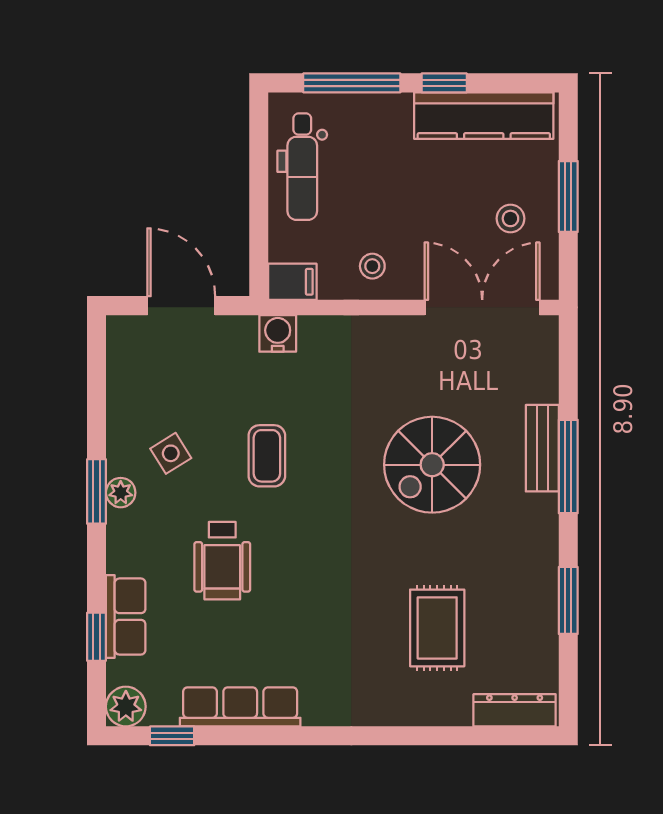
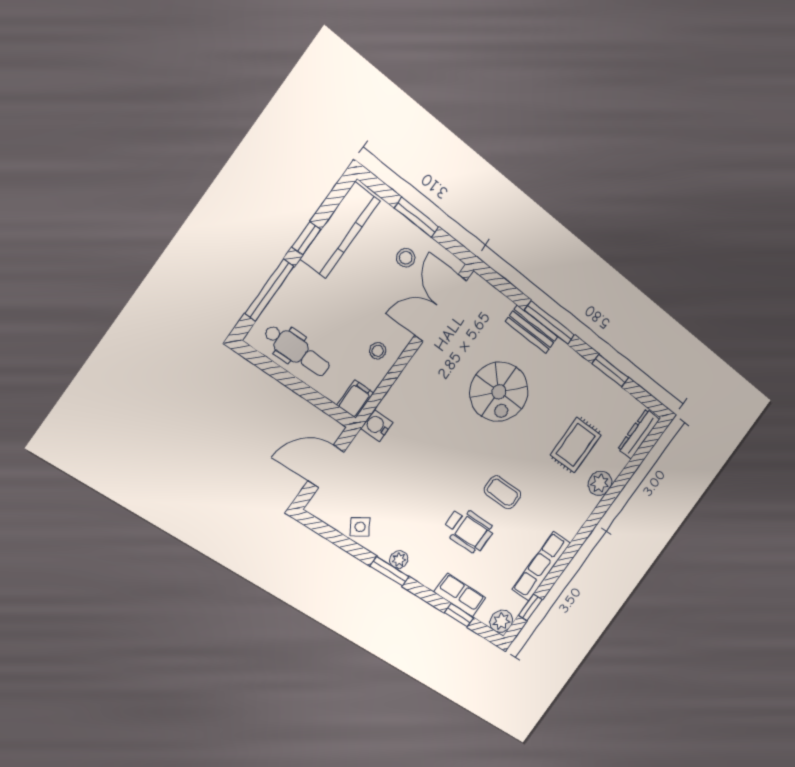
side table: (171, 453) -> (360, 527), moved
coffee table: (267, 456) -> (502, 492), moved
rug: (437, 628) -> (576, 445), turned 90
plant: (410, 705) -> (600, 483), added

